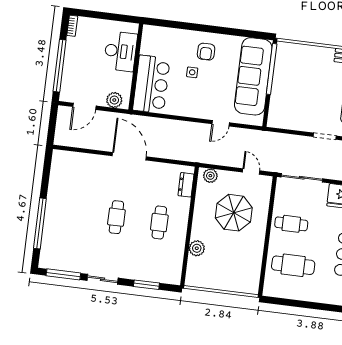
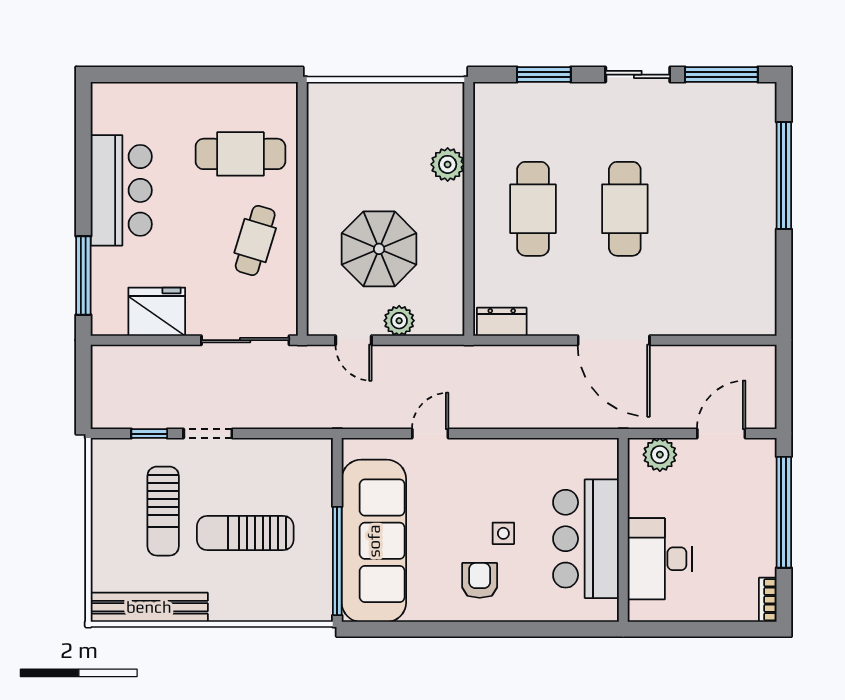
bar counter: (151, 84) -> (586, 539), moved
sun lounger: (313, 87) -> (245, 533), added
plant: (210, 176) -> (399, 321), moved
dresser: (186, 185) -> (502, 322), moved, turned -90
cafe table: (116, 217) -> (625, 209), width x1.37, depth x1.35
cafe table: (159, 223) -> (533, 209), width x1.37, depth x1.35
cafe table: (291, 224) -> (255, 241), turned -73

